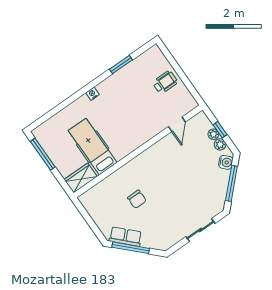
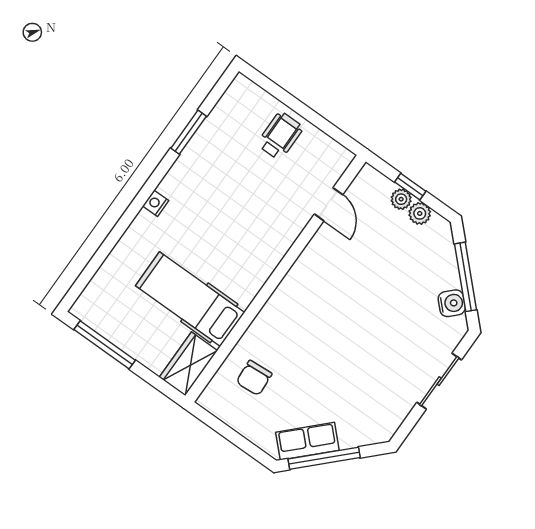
water cooler: (226, 162) -> (452, 303), moved
chair: (137, 199) -> (254, 378), moved, turned 86

